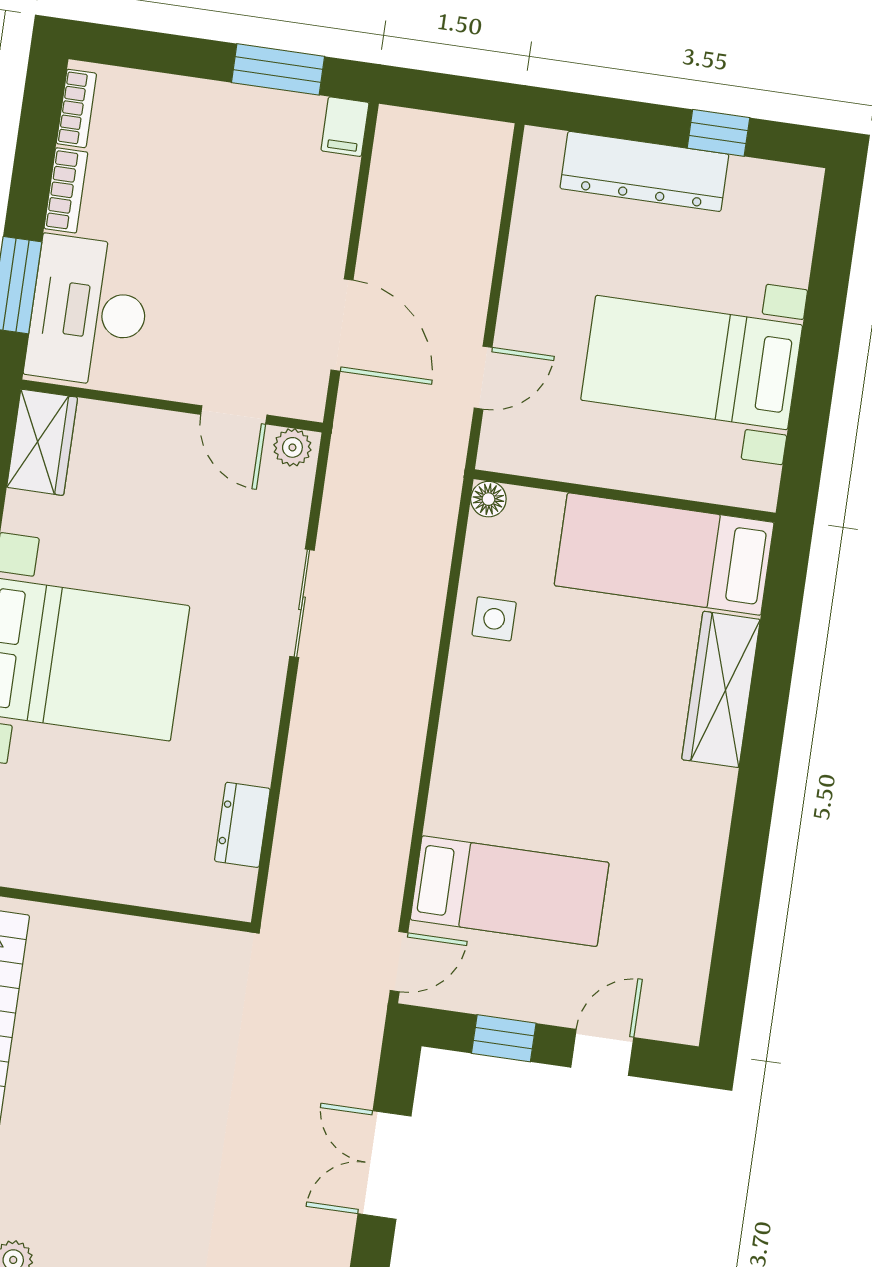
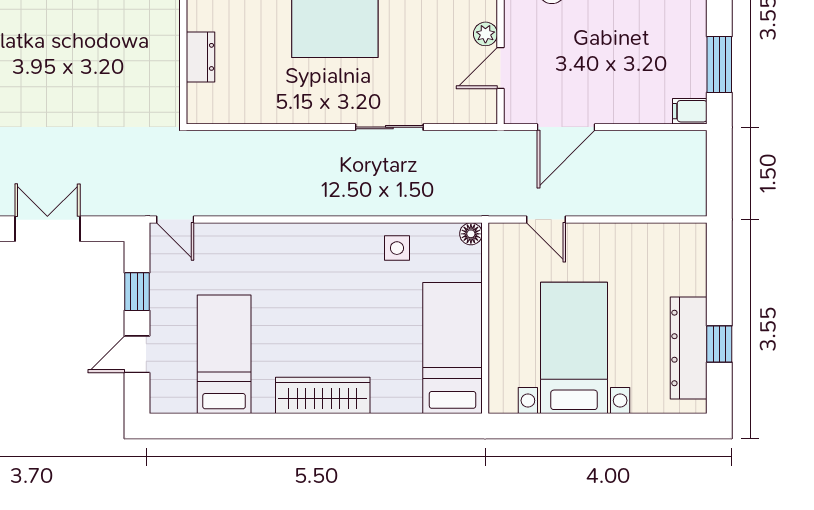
dresser: (644, 171) -> (689, 348), moved
plant: (292, 447) -> (485, 34), moved
wardrobe: (721, 689) -> (323, 395), moved
dresser: (242, 825) -> (200, 57), moved, turned 90
bed: (510, 891) -> (224, 354), moved, turned 180
door: (602, 1052) -> (137, 354), swing flipped

